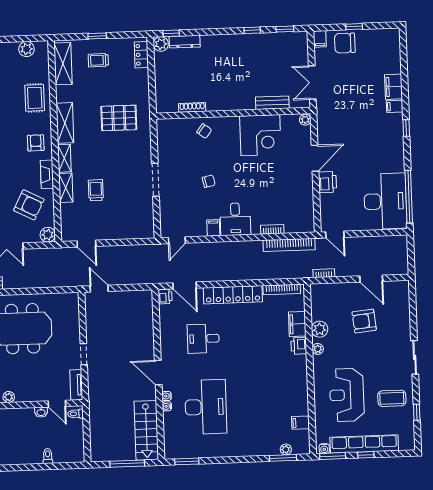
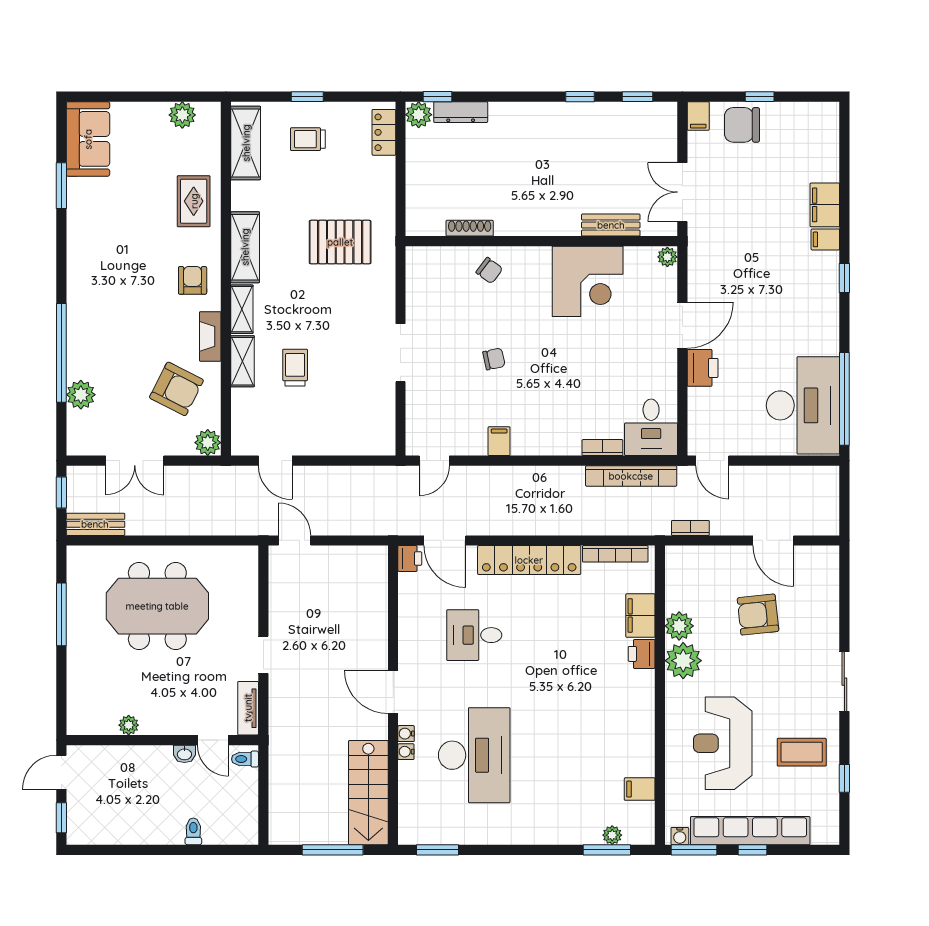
desk: (235, 219) -> (651, 427), moved
plant: (318, 349) -> (683, 661), width x1.87, depth x1.87

